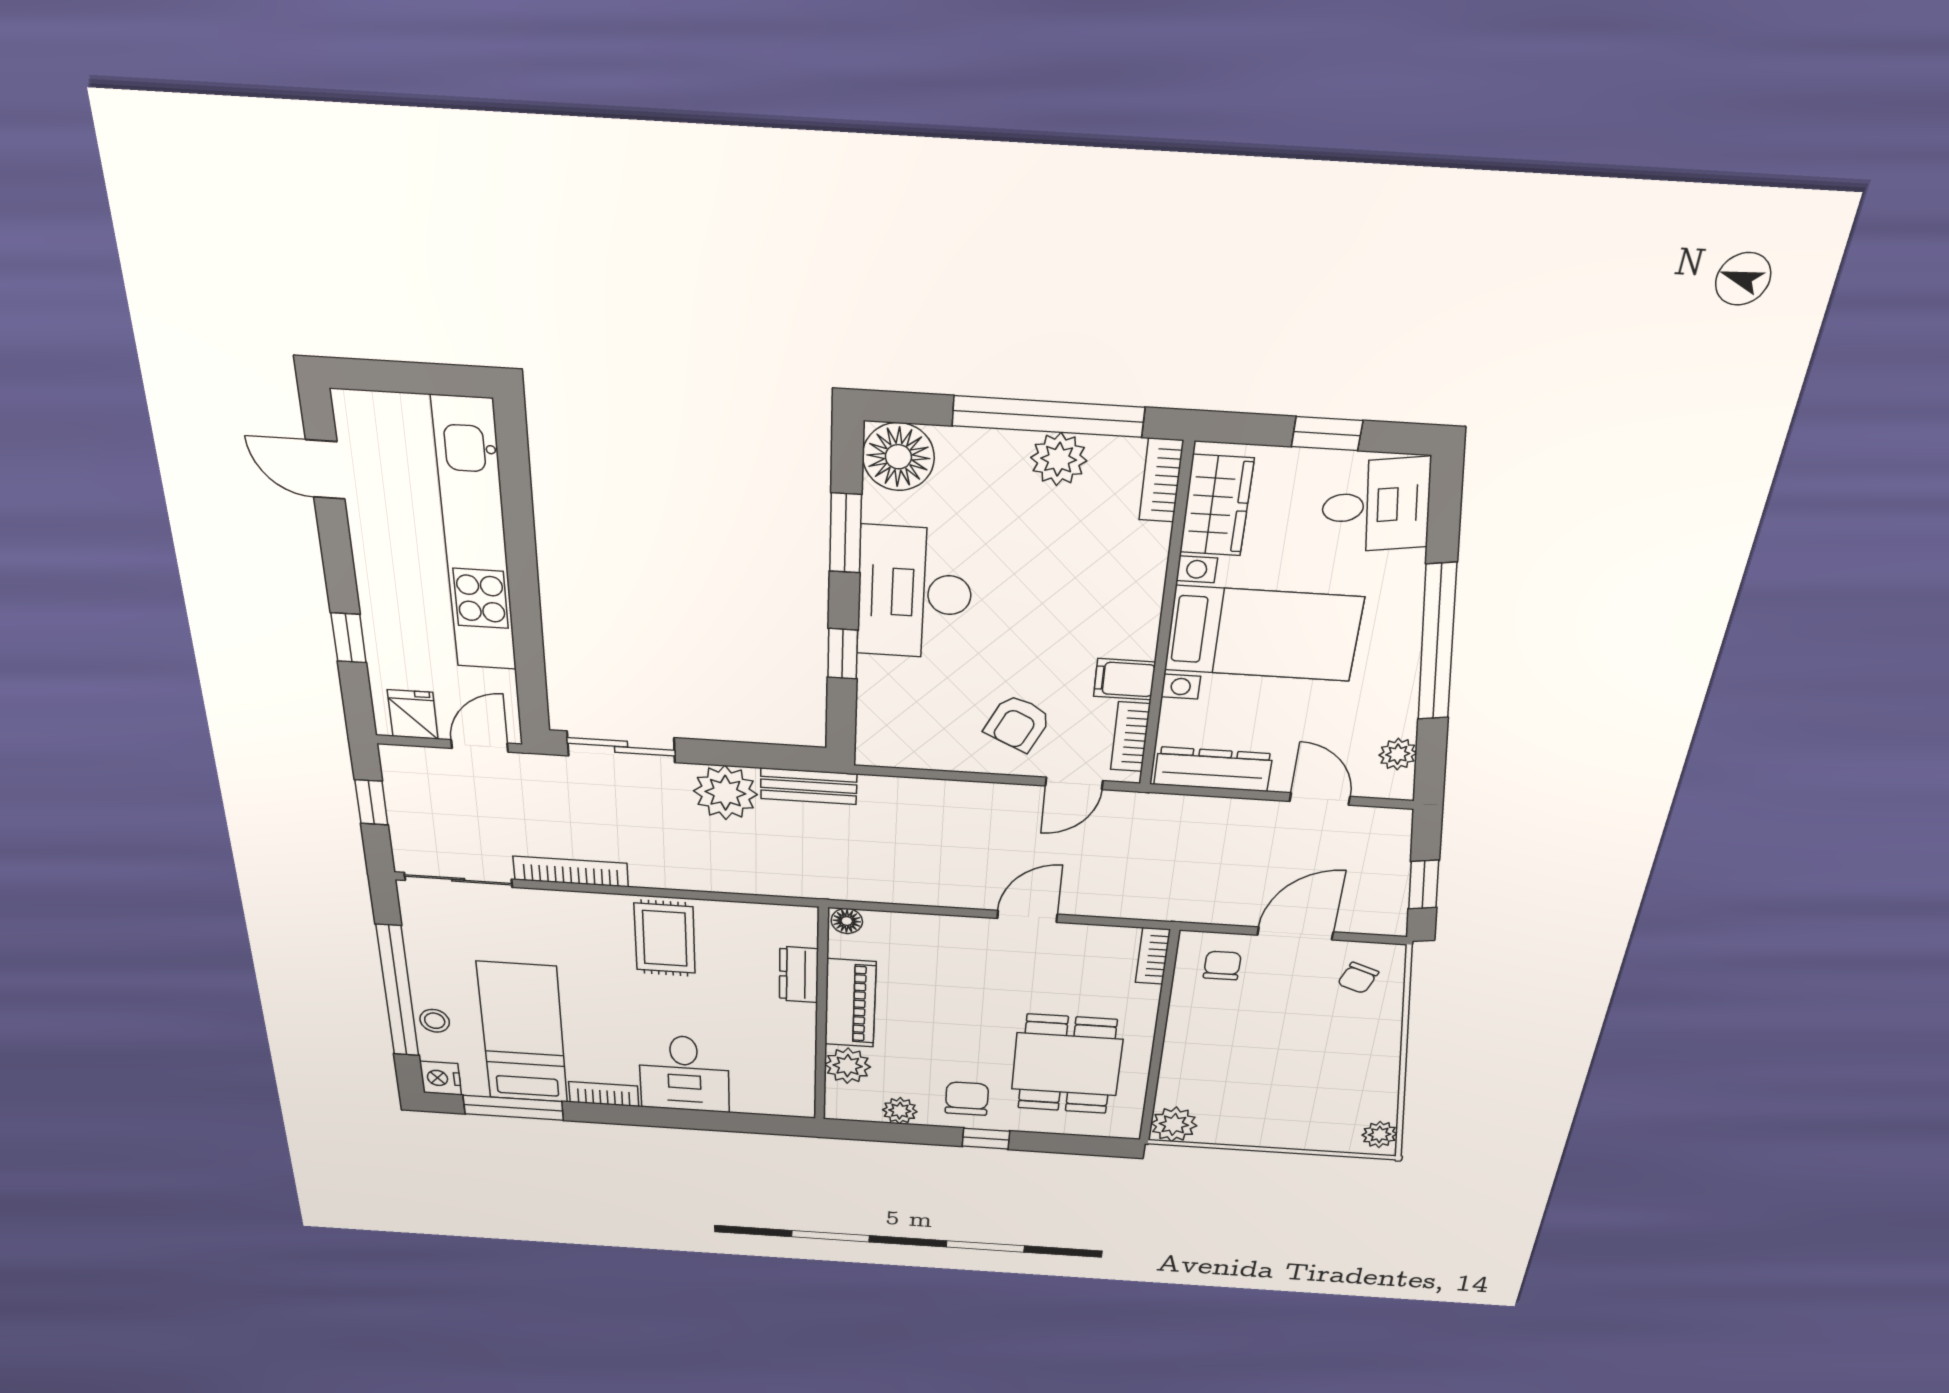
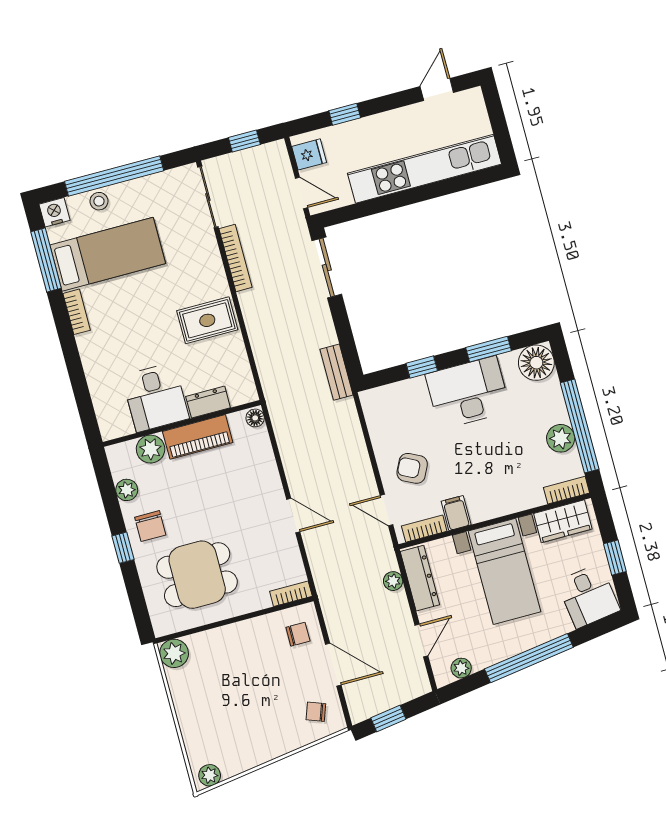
plant: (725, 793) -> (393, 581), moved, width x0.53, depth x0.53
desk: (684, 1074) -> (155, 397), moved, turned -90
chair: (967, 1099) -> (150, 526), turned 90

